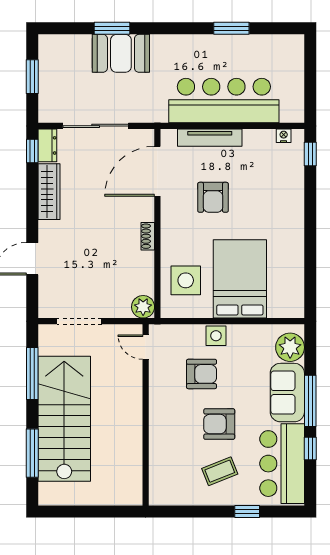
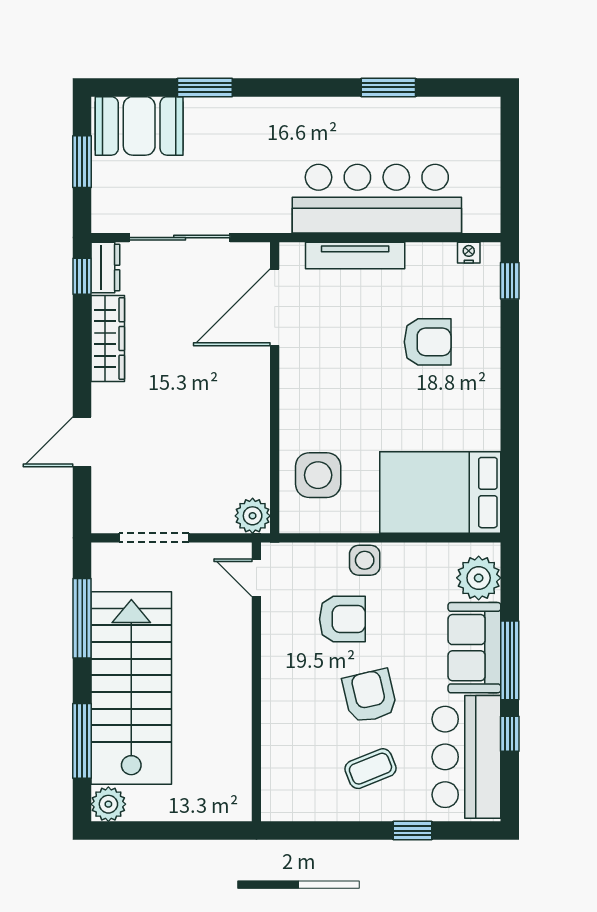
booth: (121, 53) -> (139, 126), moved
armchair: (213, 197) -> (428, 342), moved, turned -90
shoe rack: (148, 236) -> (260, 407), removed
bed: (240, 279) -> (440, 493), moved, turned -90
armchair: (219, 424) -> (370, 696), turned 77
plant: (49, 494) -> (108, 804), added

